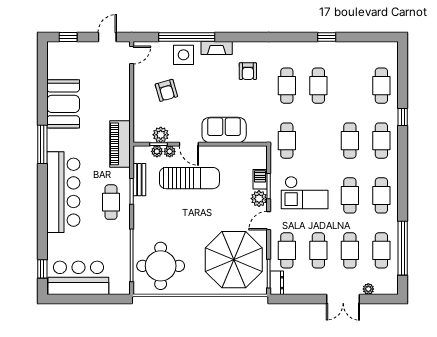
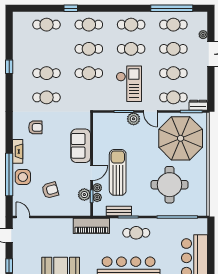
cafe table: (287, 141) -> (89, 73), moved
barbecue: (260, 179) -> (119, 118), removed
round table: (161, 266) -> (170, 185), moved

